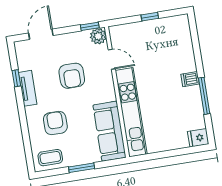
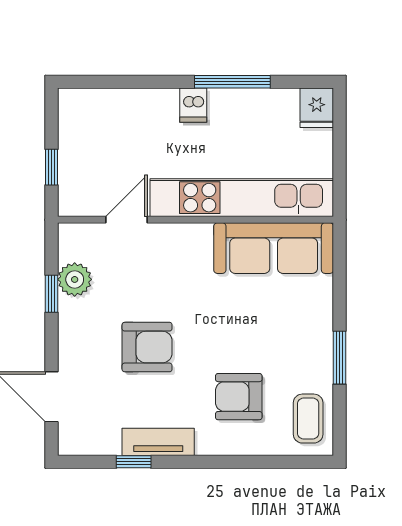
door: (112, 59) -> (127, 220), moved
wall: (117, 92) -> (196, 220), moved
kitchen unit: (131, 112) -> (242, 198), moved
sofa: (110, 131) -> (274, 248), moved

